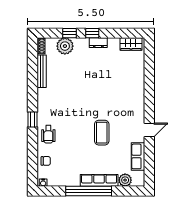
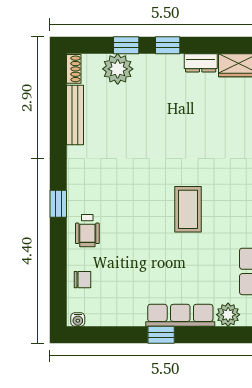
dresser: (98, 43) -> (201, 63), moved
coffee table: (102, 133) -> (188, 209), moved
window: (89, 191) -> (161, 335), width x0.32

